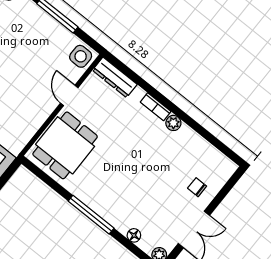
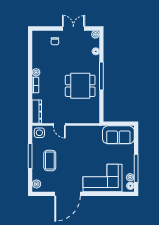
coffee table: (27, 39) -> (50, 161), added
door: (69, 95) -> (59, 125), hinge flipped
dining table: (65, 145) -> (80, 86), moved

